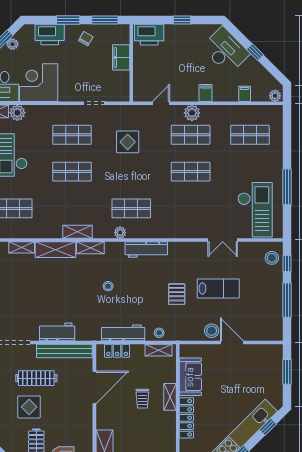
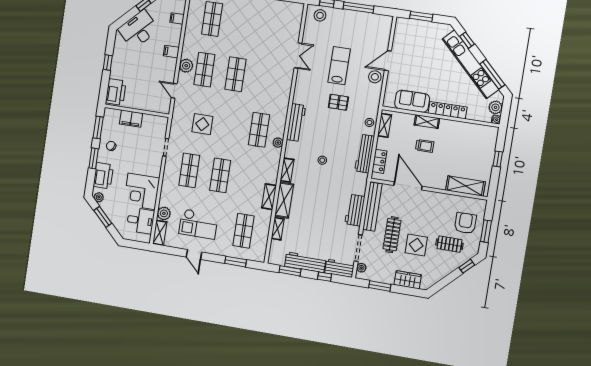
plant: (12, 44) -> (99, 197), moved
checkout: (255, 210) -> (276, 24), removed
shelving: (78, 232) -> (269, 197), moved

